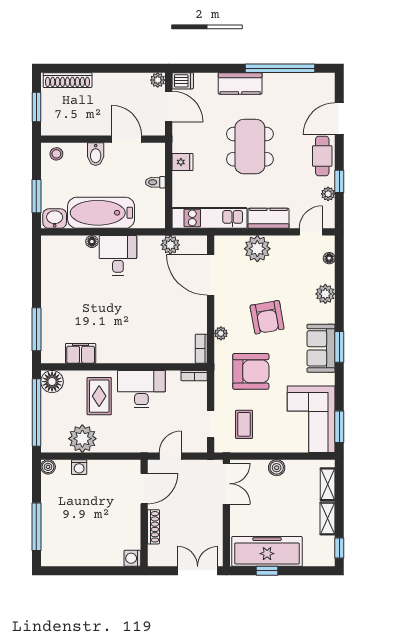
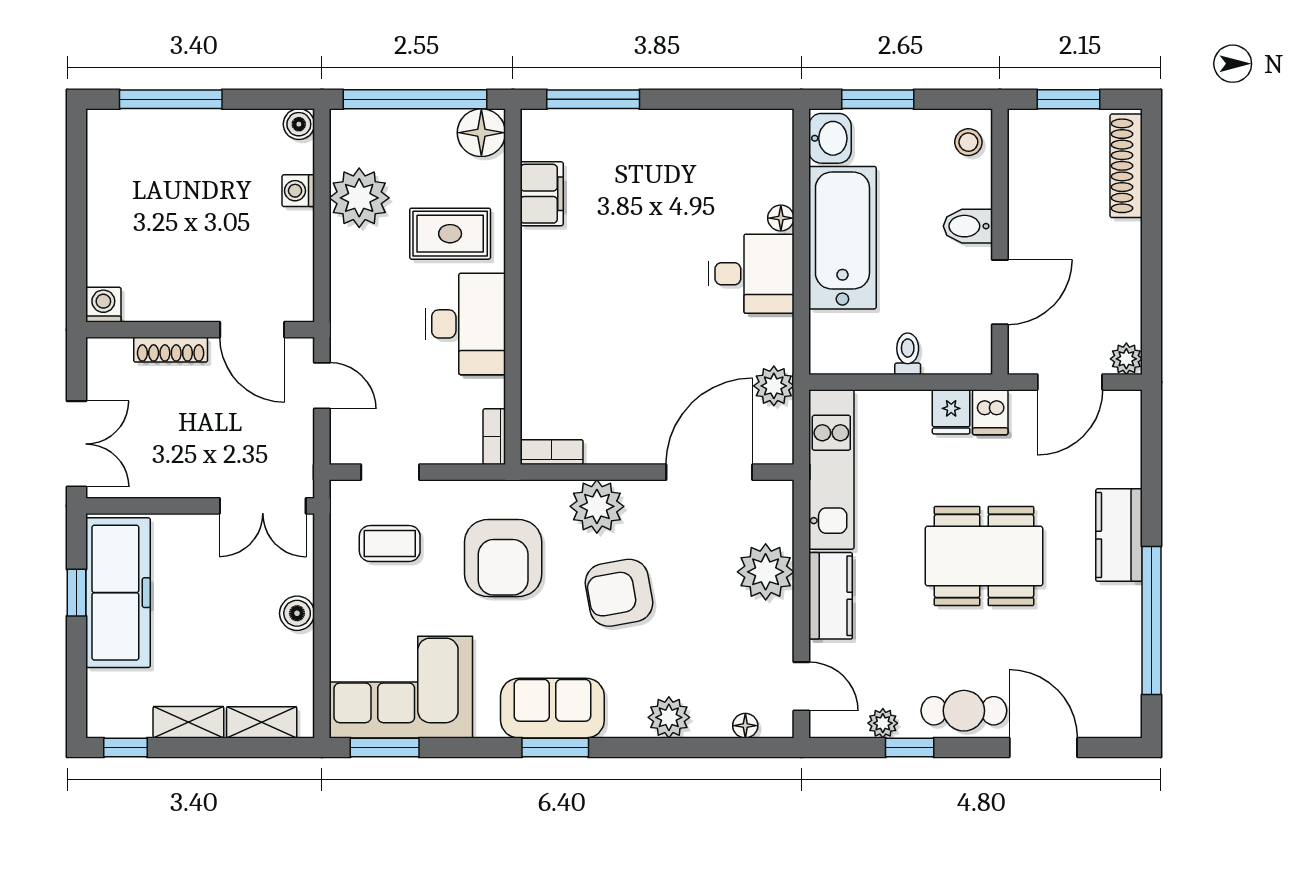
dishwasher: (183, 81) -> (990, 412), moved
plant: (221, 333) -> (597, 506), width x1.88, depth x1.88

